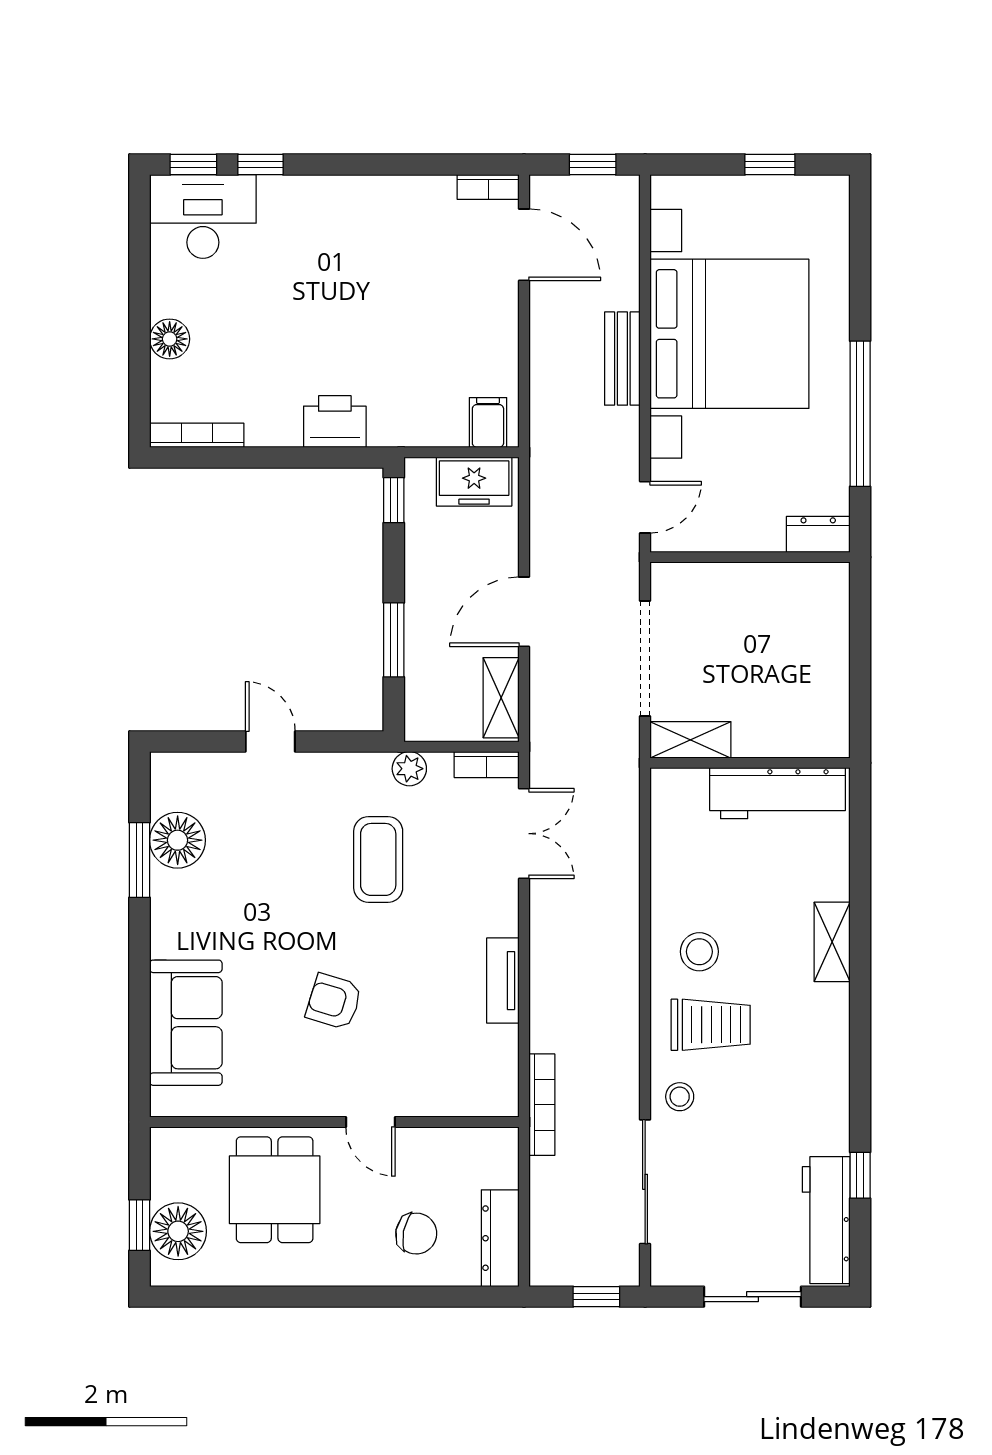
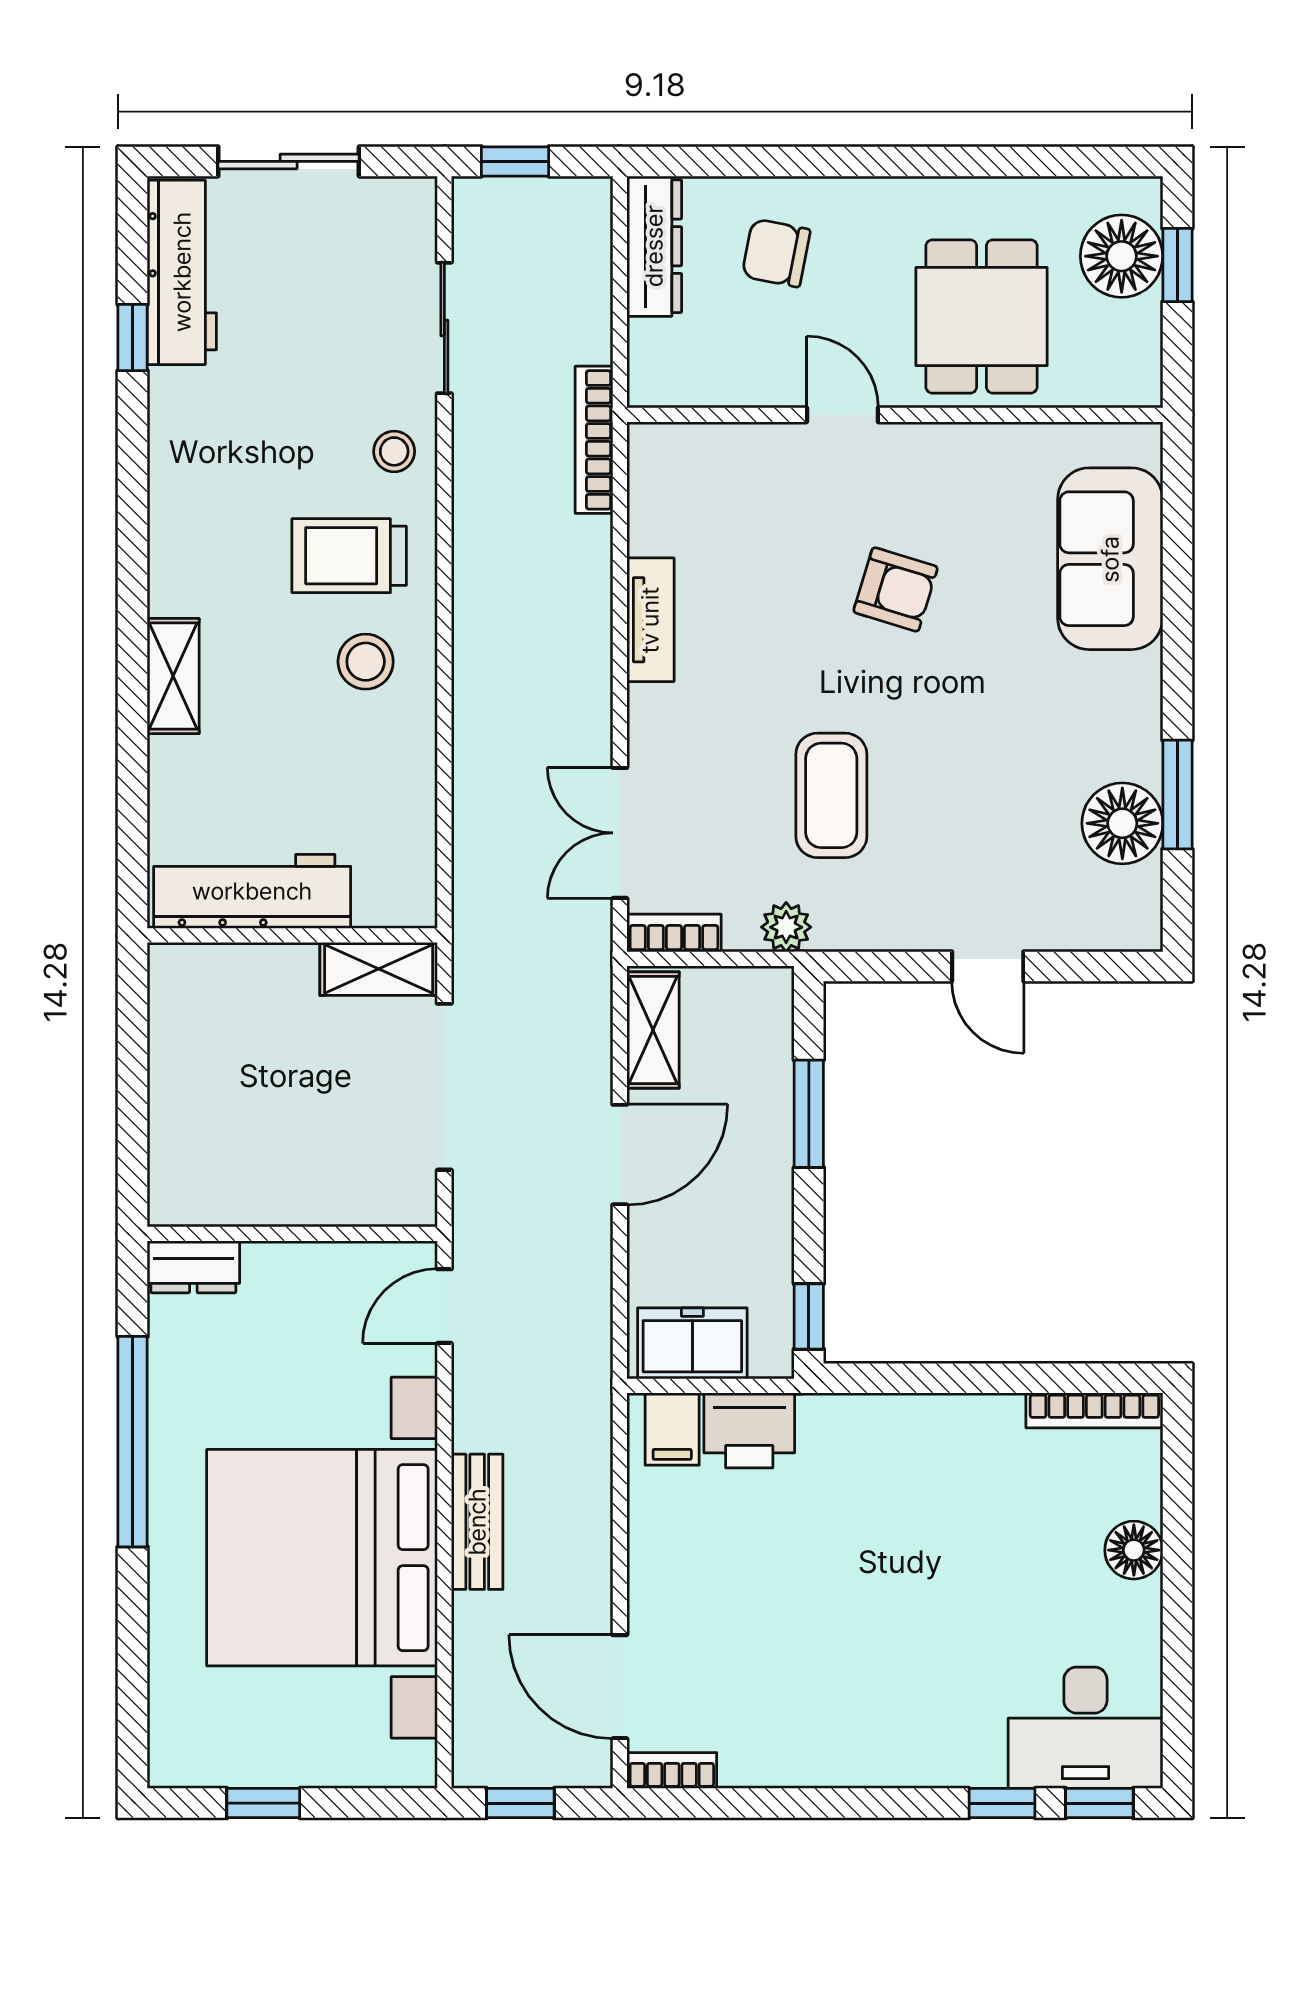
printer: (335, 422) -> (749, 1430), moved
sliding door: (645, 1182) -> (444, 328), width x0.73

